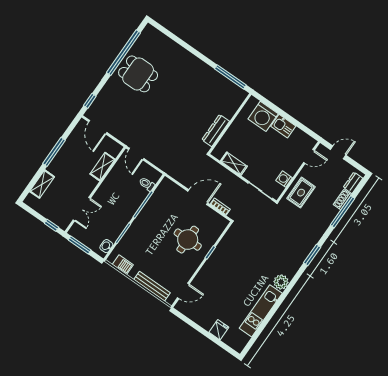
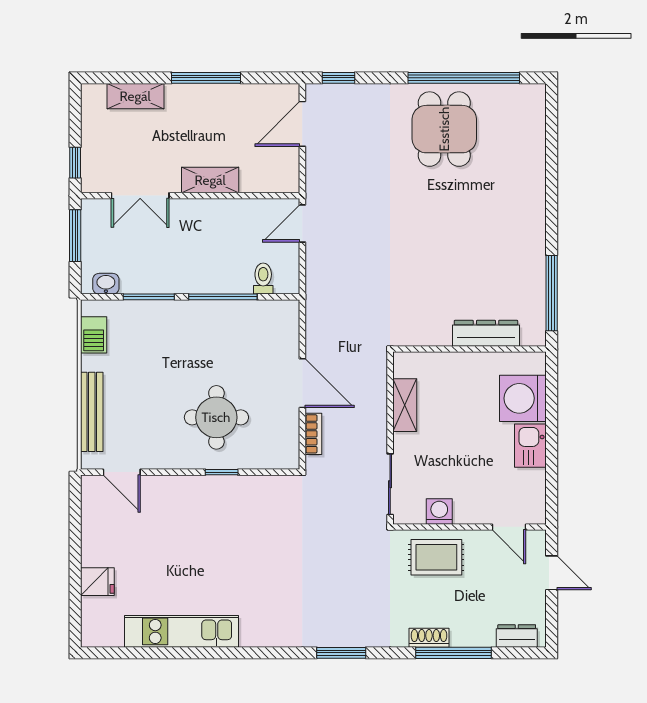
dresser: (216, 131) -> (486, 333), moved
shelving: (102, 167) -> (210, 180), moved
shoe rack: (342, 200) -> (429, 638), moved
plant: (281, 282) -> (256, 632), removed

